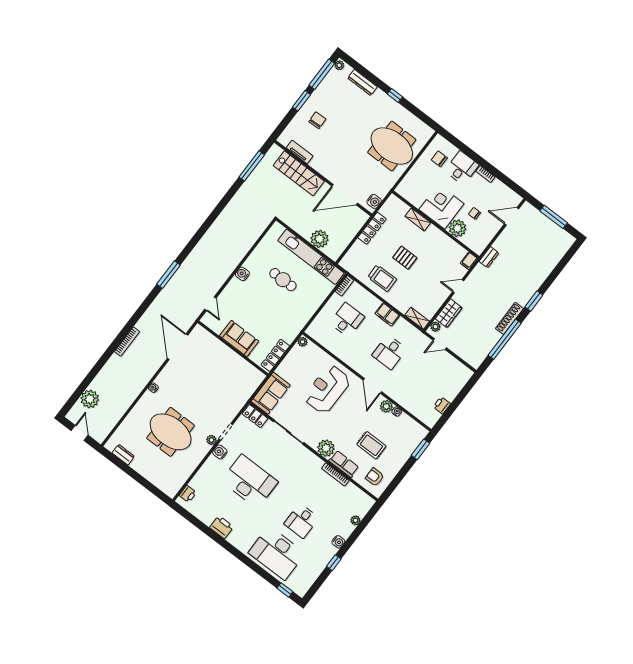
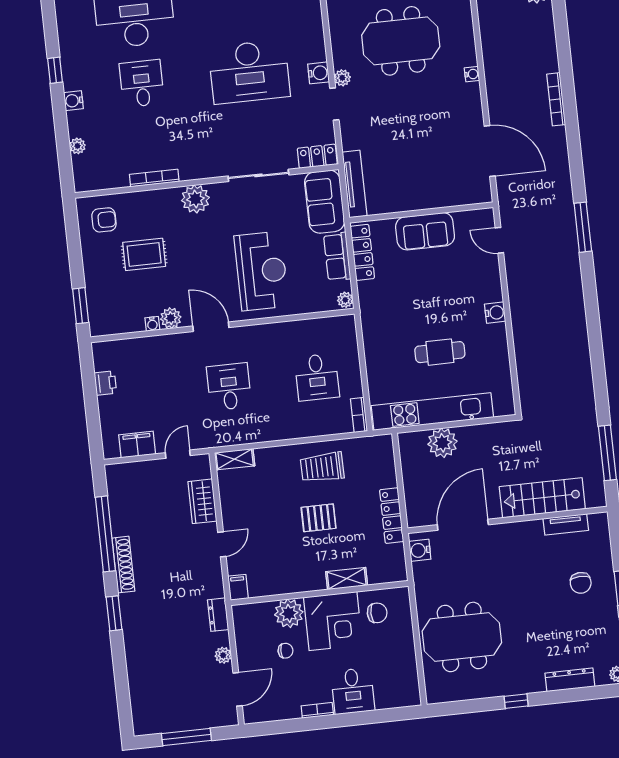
chair: (439, 159) -> (377, 613), moved
filing cabinet: (387, 315) -> (137, 444), moved
plant: (435, 327) -> (223, 655), moved
tv unit: (250, 388) -> (355, 184), added
row of seats: (344, 464) -> (337, 257), moved, turned 90

